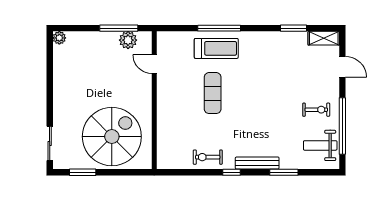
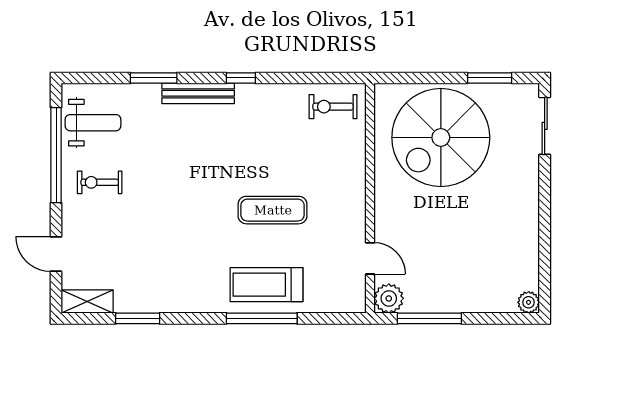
plant: (128, 40) -> (389, 298), moved
exercise mat: (213, 93) -> (273, 210), turned 90
exercise bike: (208, 157) -> (333, 107), moved, turned 180

